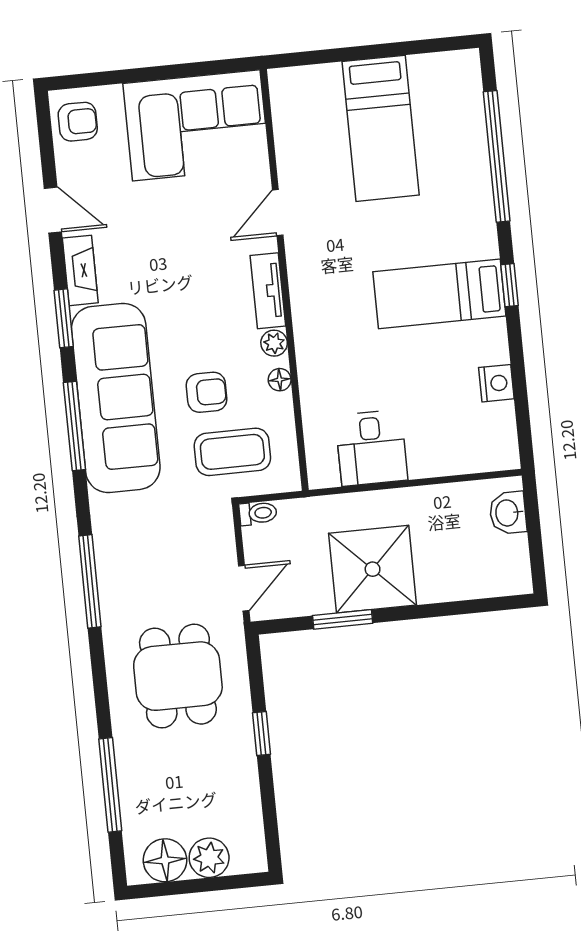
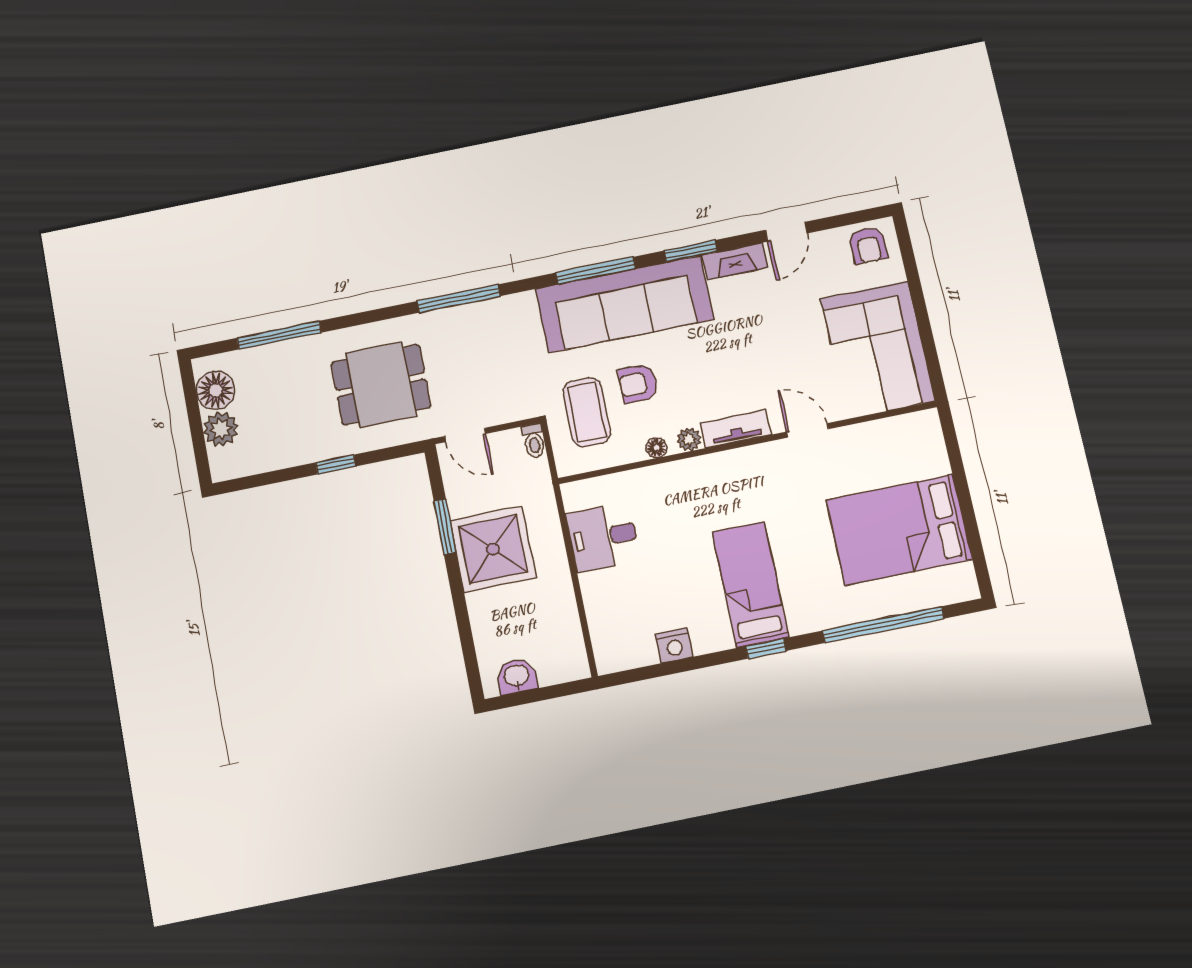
bed: (381, 128) -> (899, 530), width x1.50
armchair: (207, 392) -> (638, 384), turned 90
washbasin: (508, 513) -> (517, 676), moved

